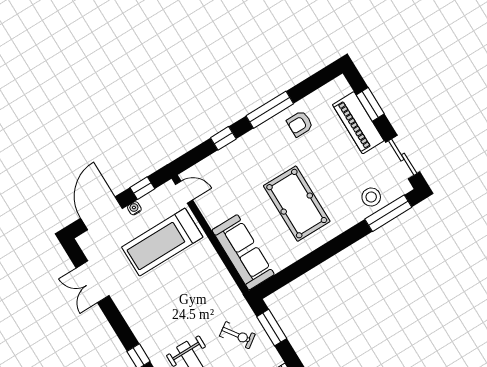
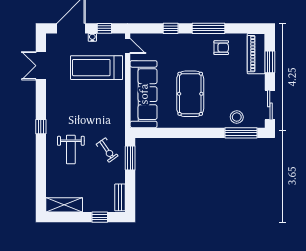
piano: (358, 123) -> (256, 54), moved
armchair: (300, 124) -> (221, 48), turned 180
sofa: (243, 252) -> (144, 94), width x1.36, depth x1.27

